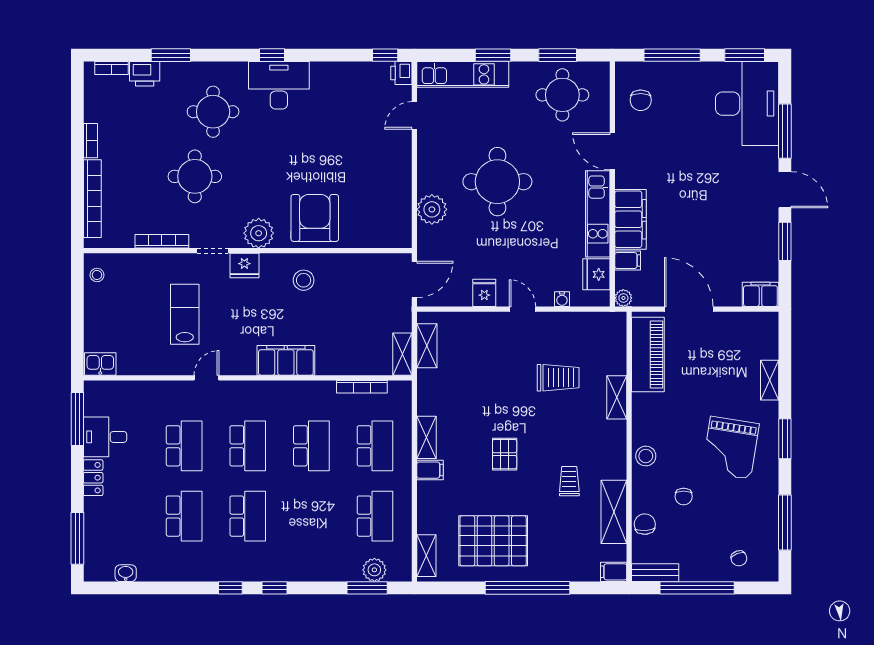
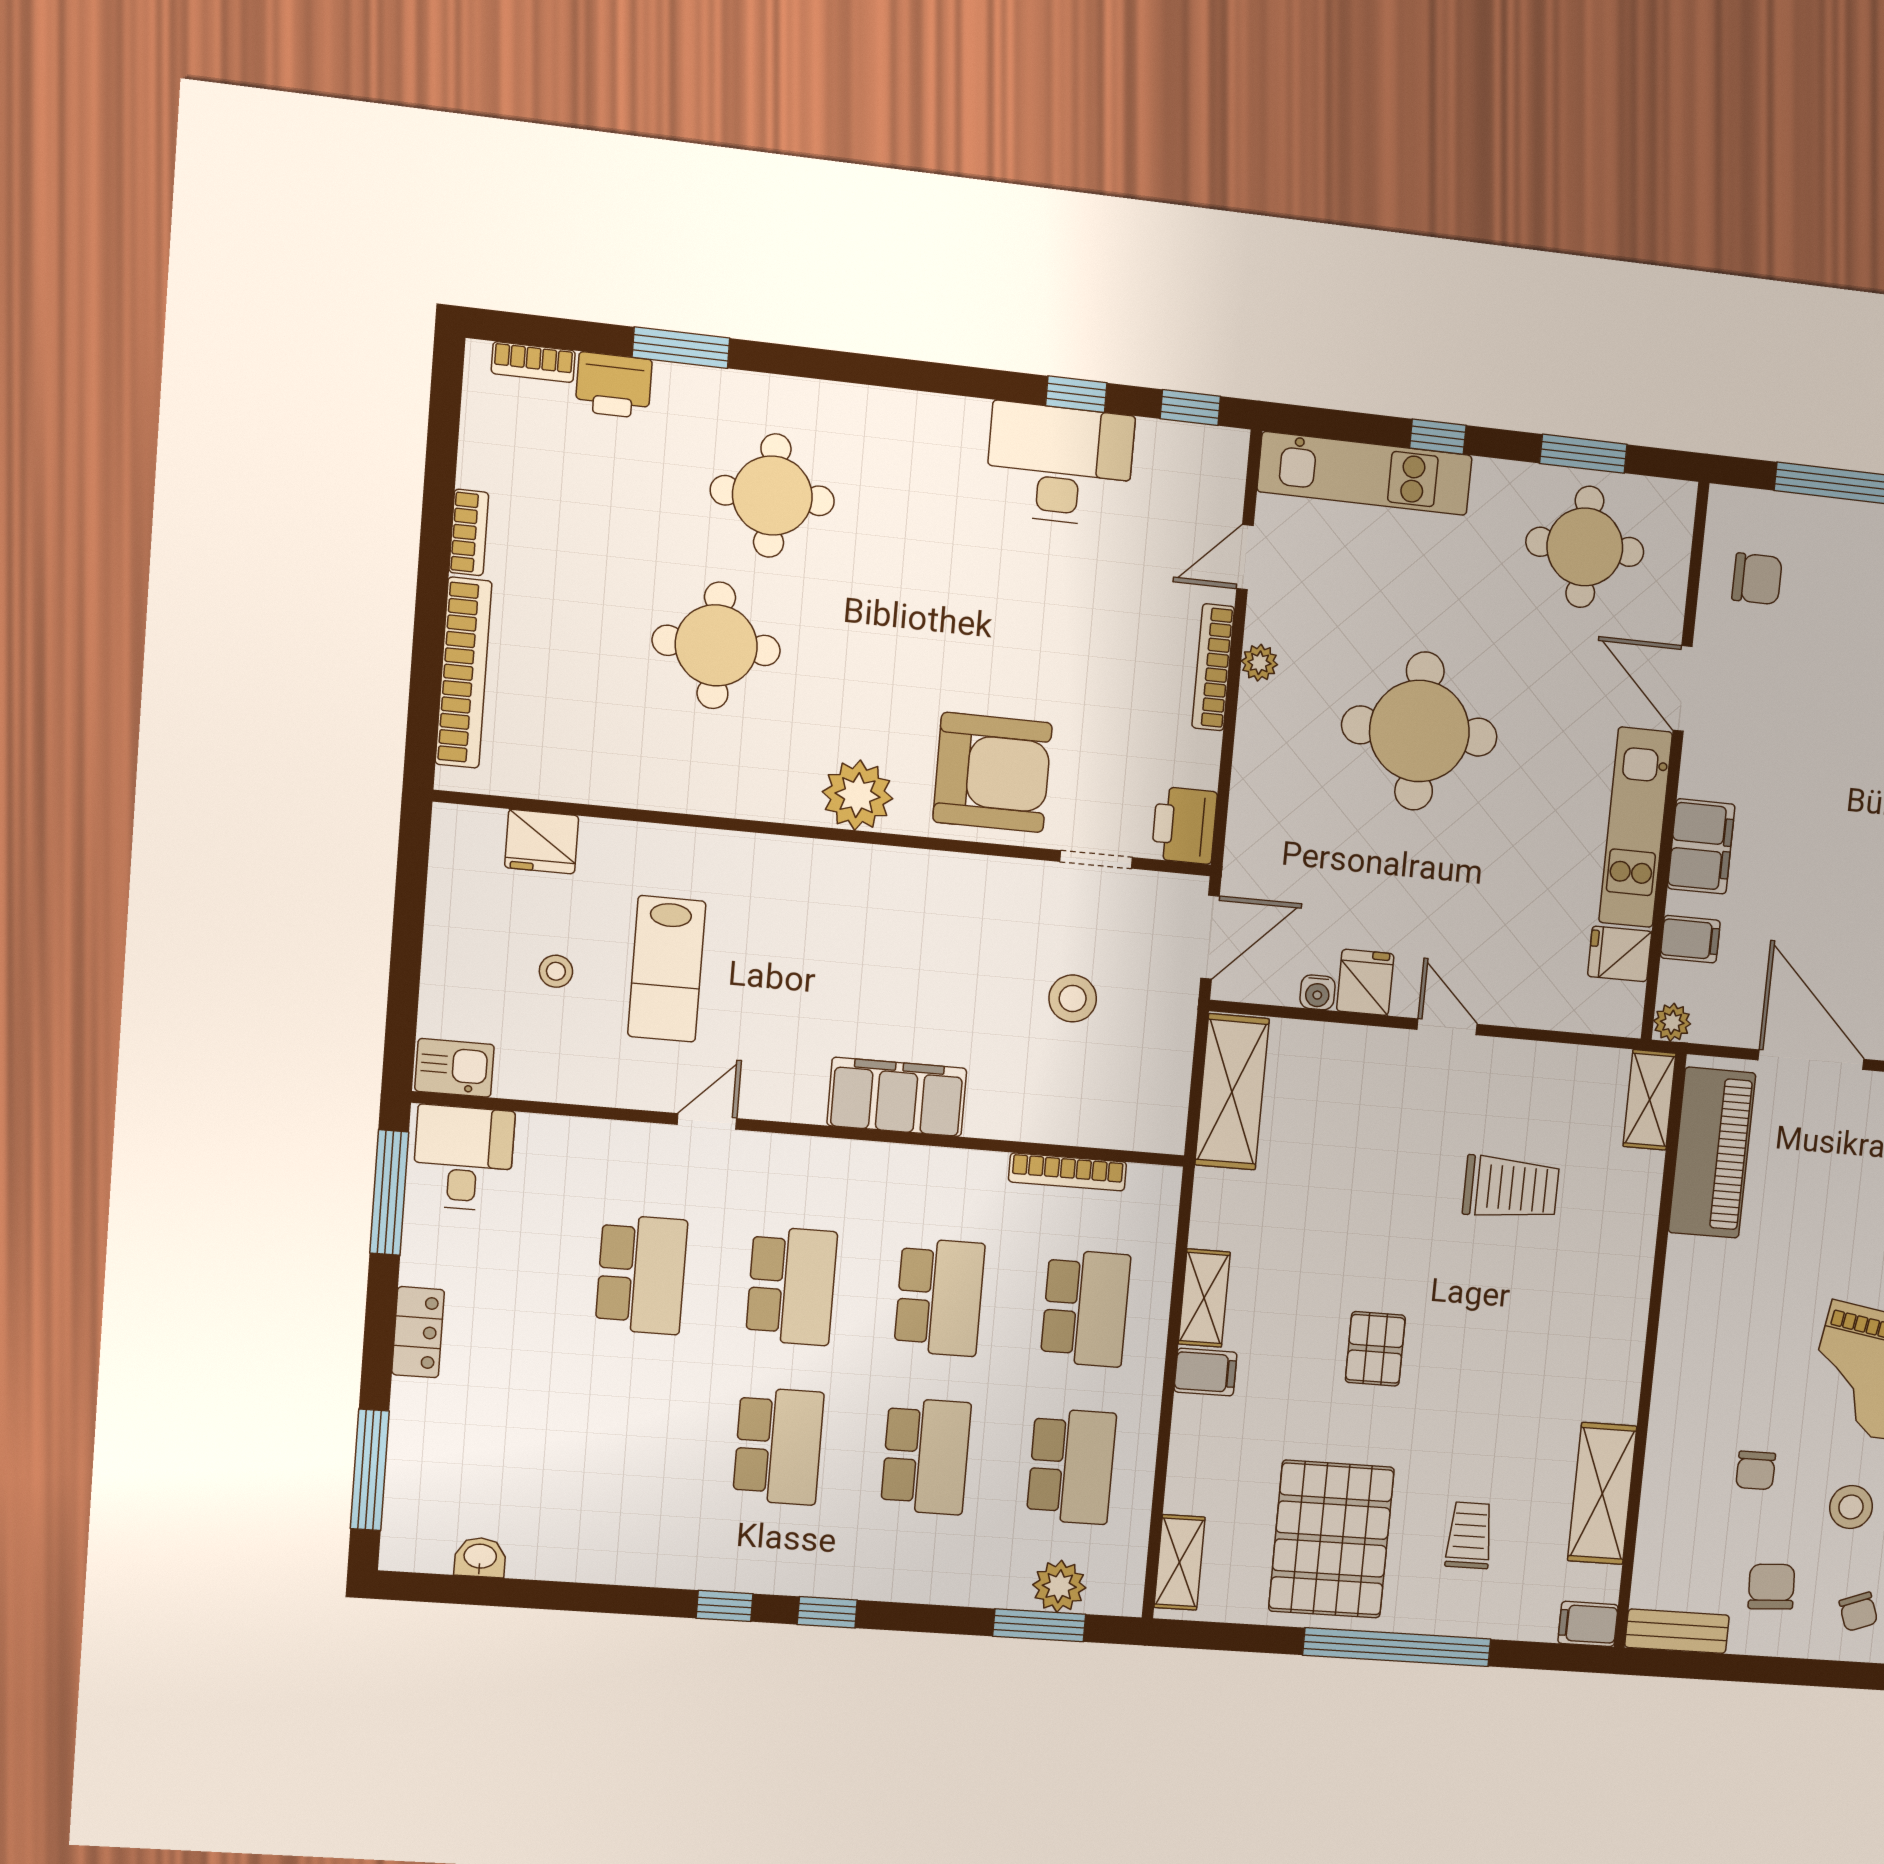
window: (272, 55) -> (1076, 394), moved
window: (493, 55) -> (1438, 437), width x0.67
printer: (401, 73) -> (1184, 825), moved, width x1.36, depth x1.24
desk: (279, 85) -> (1060, 464), moved
chair: (641, 100) -> (1757, 579), turned -91
plant: (432, 209) -> (1259, 663), moved, width x0.53, depth x0.53
armchair: (315, 218) -> (992, 772), turned 90
filing cabinet: (630, 219) -> (1701, 846), width x0.67, depth x0.86
bookcase: (162, 241) -> (1213, 667), moved, turned -90
doorway: (213, 251) -> (1096, 859), moved
fridge: (244, 266) -> (542, 842), moved
fridge: (596, 274) -> (1620, 954), width x0.72
stool: (97, 275) -> (556, 971), moved
stool: (304, 280) -> (1073, 998), moved
water cooler: (562, 299) -> (1318, 992), moved
lab bench: (185, 314) -> (667, 969), turned 180
shelving: (427, 346) -> (1232, 1092), width x1.50, depth x1.33
shelving: (402, 354) -> (1167, 1105), removed
shelving: (617, 397) -> (1649, 1100), moved
desk: (105, 437) -> (463, 1158), moved, turned 90
stool: (646, 456) -> (1851, 1507), moved
trolley: (569, 481) -> (1469, 1535), moved
school desk: (184, 516) -> (926, 1456), moved
chair: (645, 524) -> (1771, 1587), moved
pallet: (493, 541) -> (1331, 1539), turned 90
window: (697, 588) -> (1763, 1670), removed

